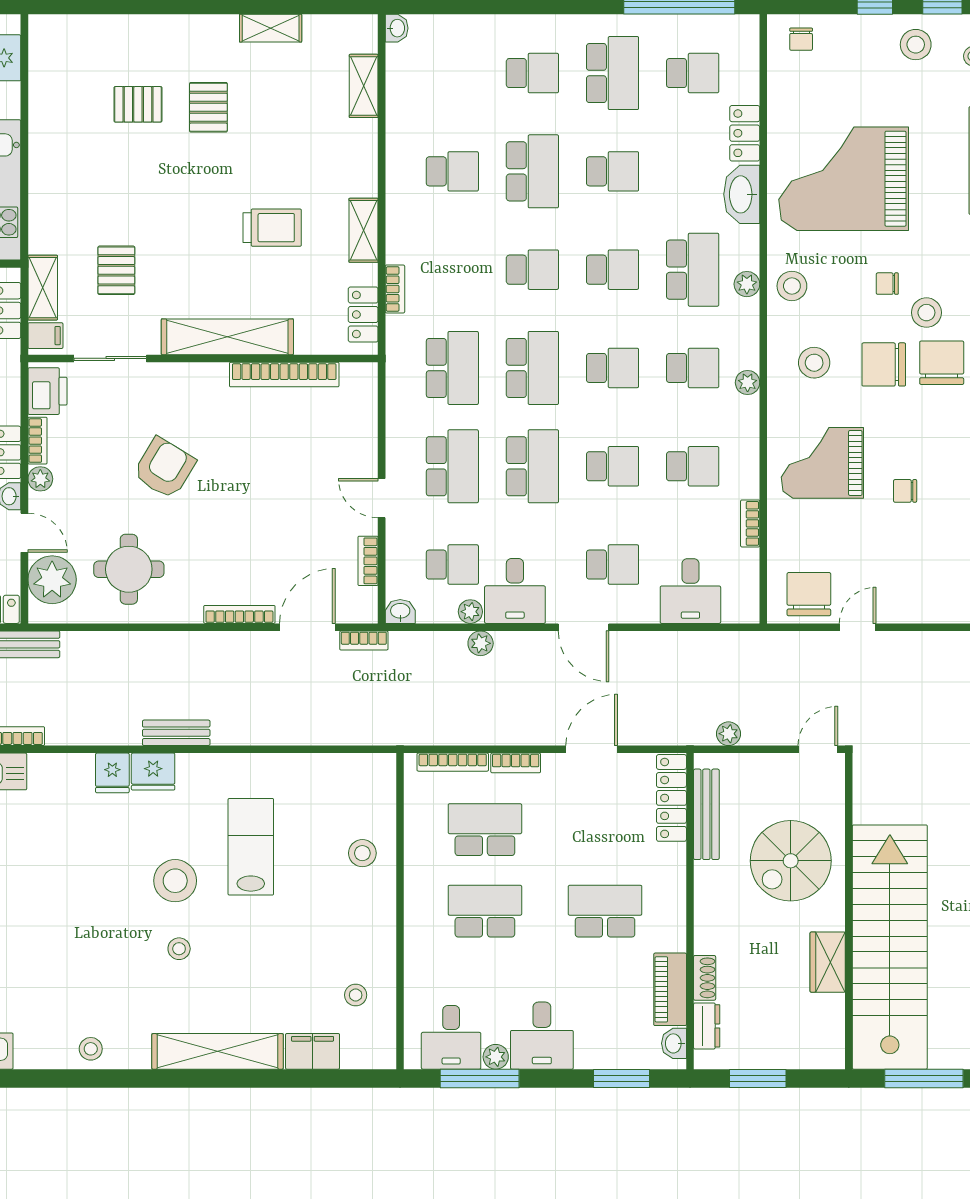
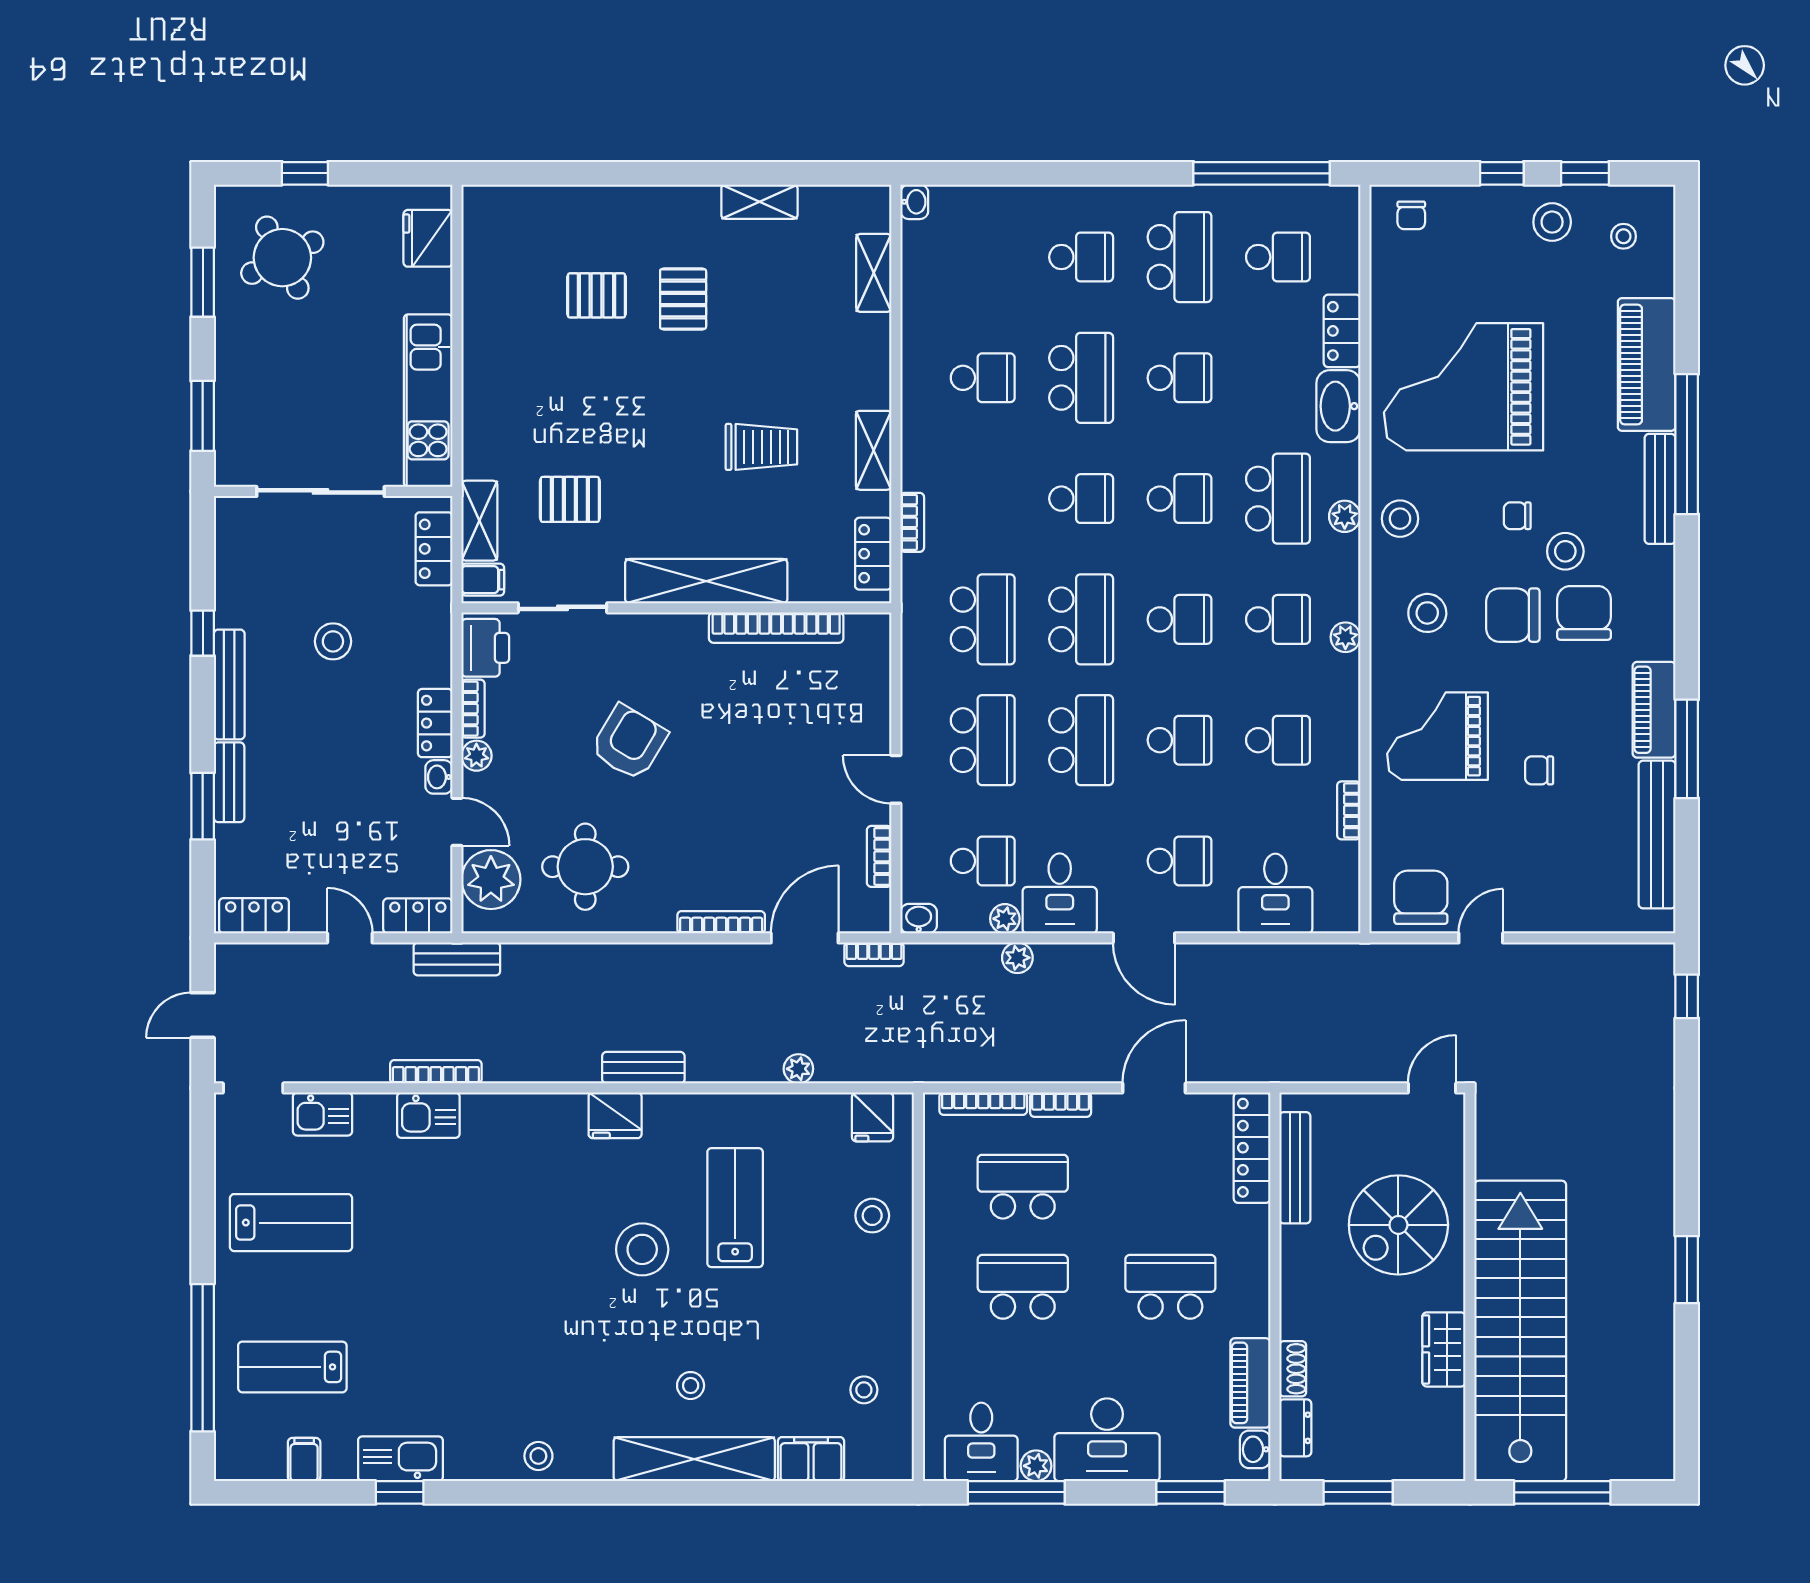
pallet: (116, 270) -> (570, 499), turned 90
plant: (729, 734) -> (798, 1069), moved
fridge: (112, 773) -> (873, 1117), moved
stool: (179, 949) -> (691, 1386), moved
desk: (542, 1036) -> (1107, 1440), width x1.37

